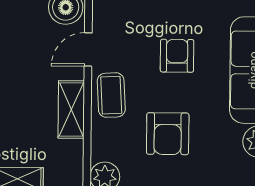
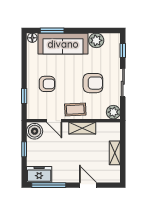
armchair: (177, 56) -> (47, 84), moved, turned 180

